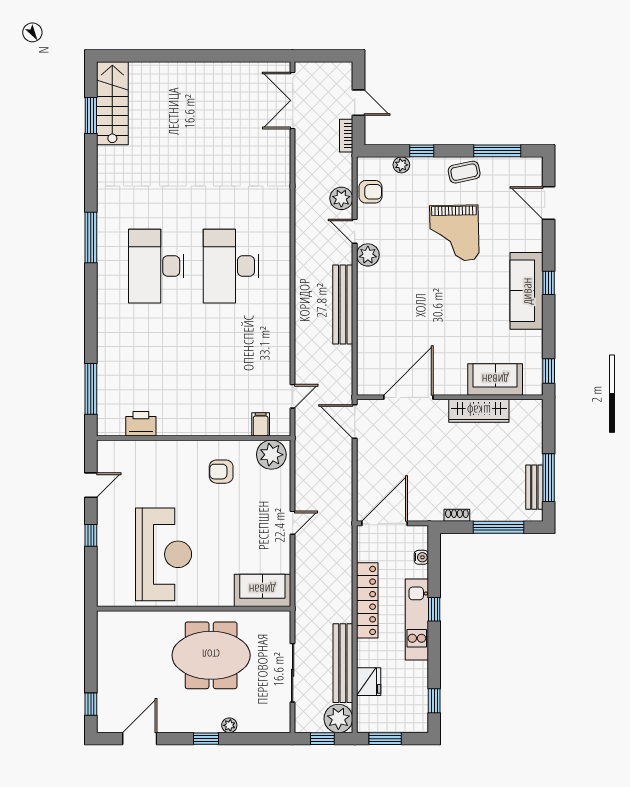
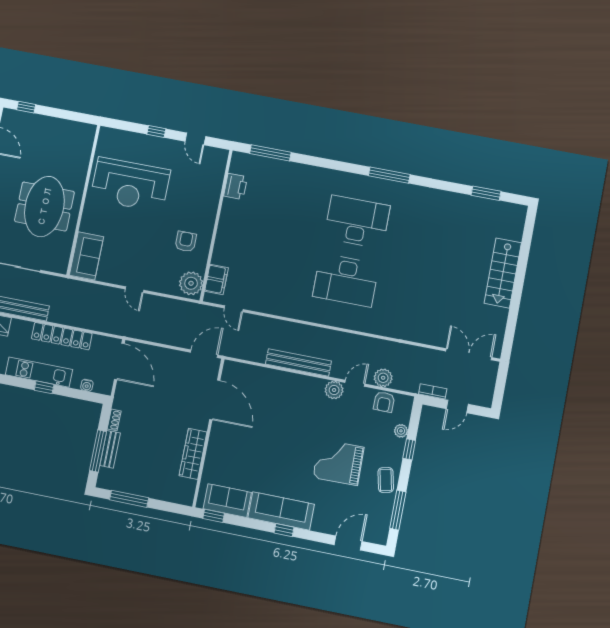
stairs: (112, 103) -> (503, 273), moved, turned 90
desk: (231, 266) -> (346, 280), turned 180
sofa: (495, 380) -> (227, 501), moved, turned -90
filing cabinet: (261, 424) -> (216, 279), width x2.00
bench: (534, 487) -> (110, 449), moved, turned 90

